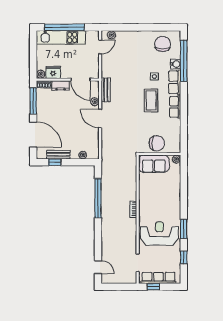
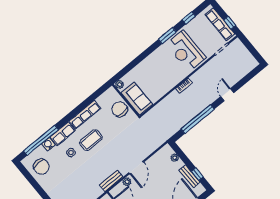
chair: (163, 44) -> (41, 167), turned -90
row of seats: (175, 107) -> (85, 115), width x1.48
door: (98, 267) -> (227, 95), moved

